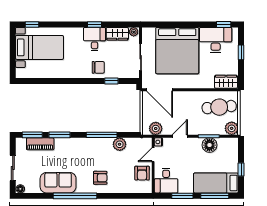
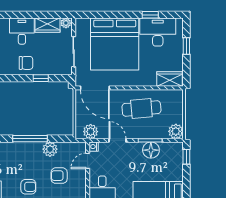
window: (95, 24) -> (22, 15), removed
window: (224, 24) -> (150, 15), moved
cafe table: (219, 107) -> (141, 109), moved
door: (180, 136) -> (117, 140), hinge flipped
window: (241, 169) -> (186, 157), moved
armchair: (142, 173) -> (59, 176), moved, turned 90

